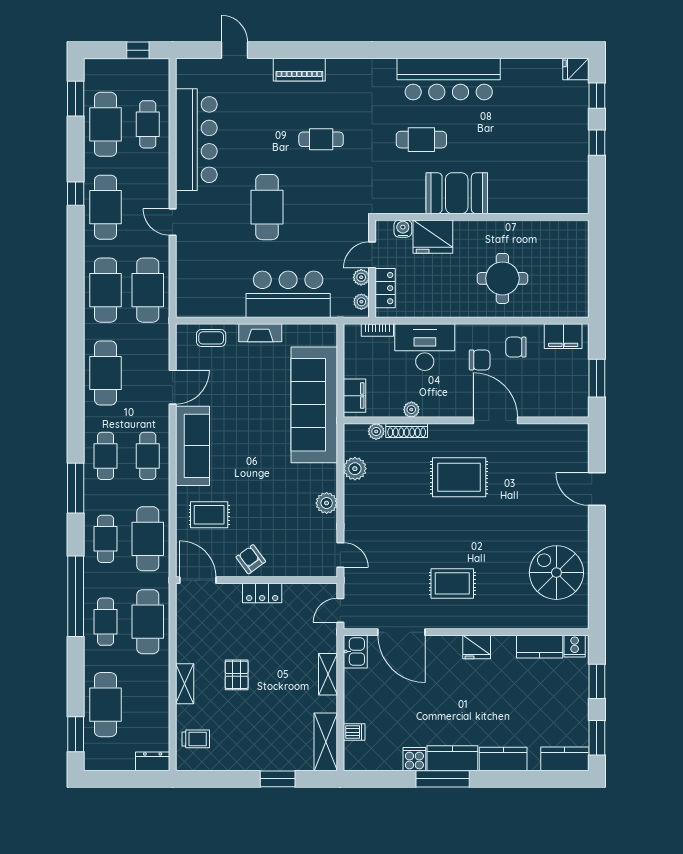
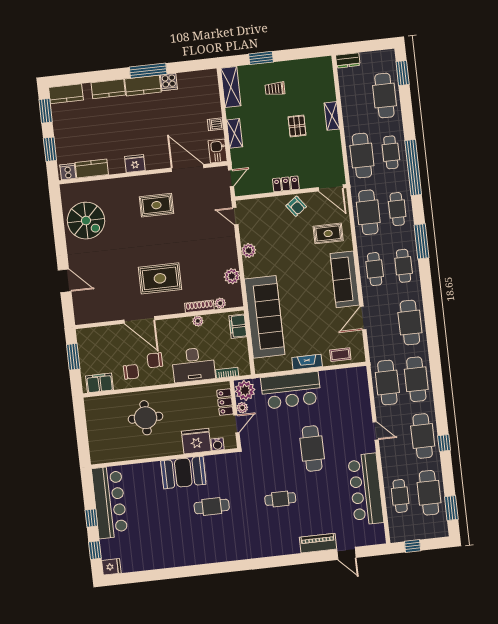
piano: (299, 70) -> (318, 543), moved
bar counter: (449, 79) -> (110, 502), moved, turned 90
plant: (361, 302) -> (245, 390), width x1.87, depth x1.87
dishwasher: (354, 732) -> (215, 124), moved
trolley: (196, 739) -> (275, 89), moved

